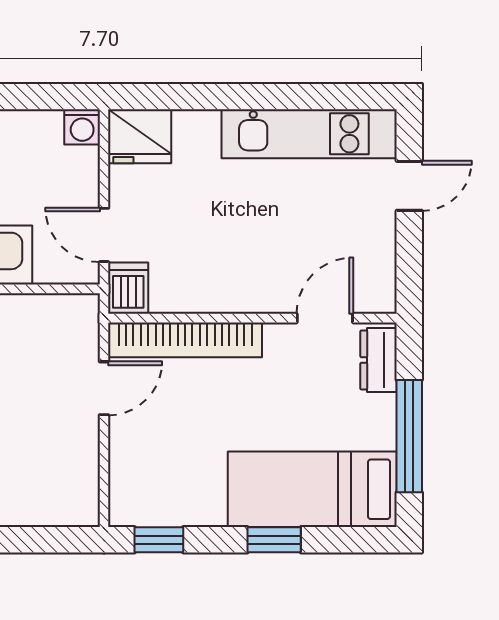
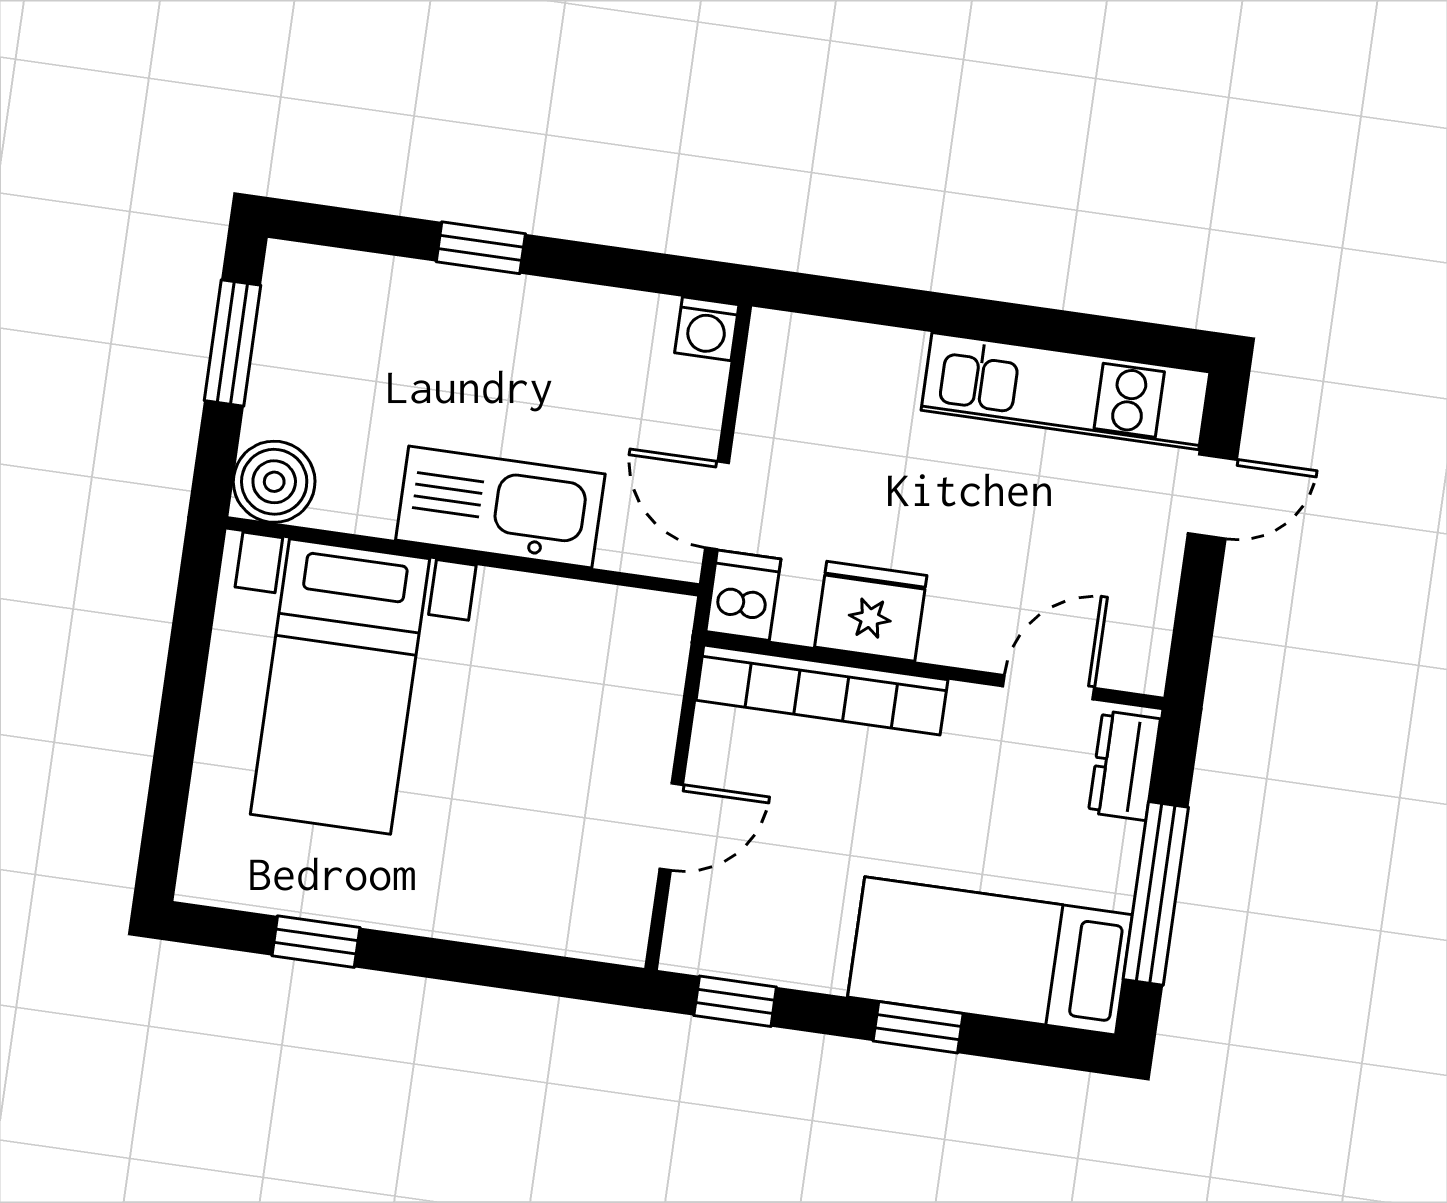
fridge: (140, 136) -> (871, 611), moved, turned 180
door: (104, 388) -> (671, 827), moved

